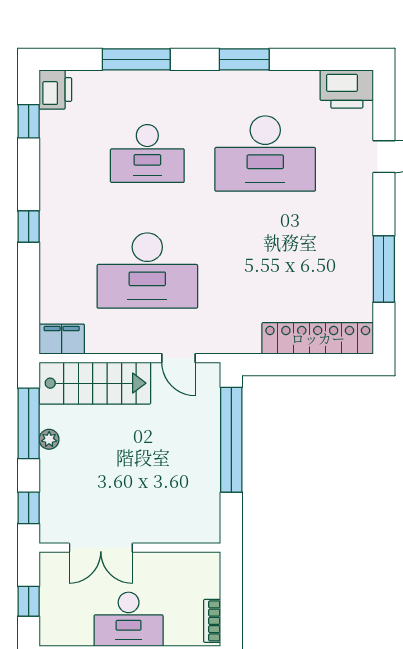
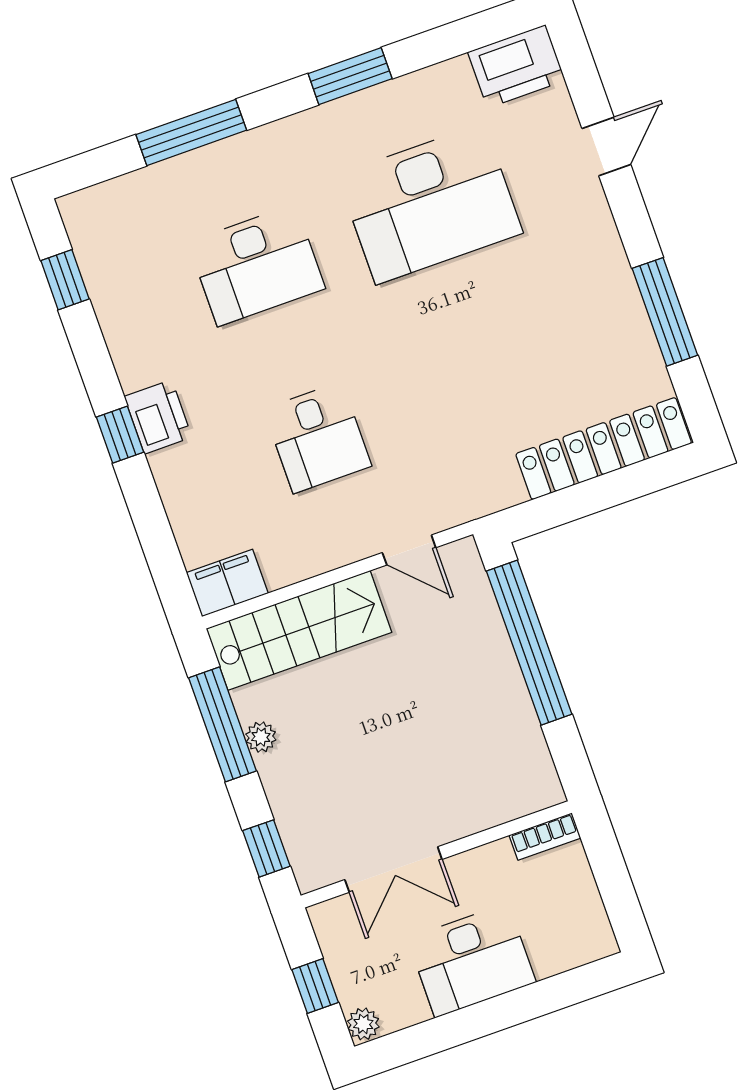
printer: (55, 90) -> (158, 417), moved
desk: (147, 271) -> (318, 437), width x0.53, depth x0.77
bookcase: (212, 621) -> (545, 837), moved, turned -90
plant: (50, 634) -> (363, 1024), added

